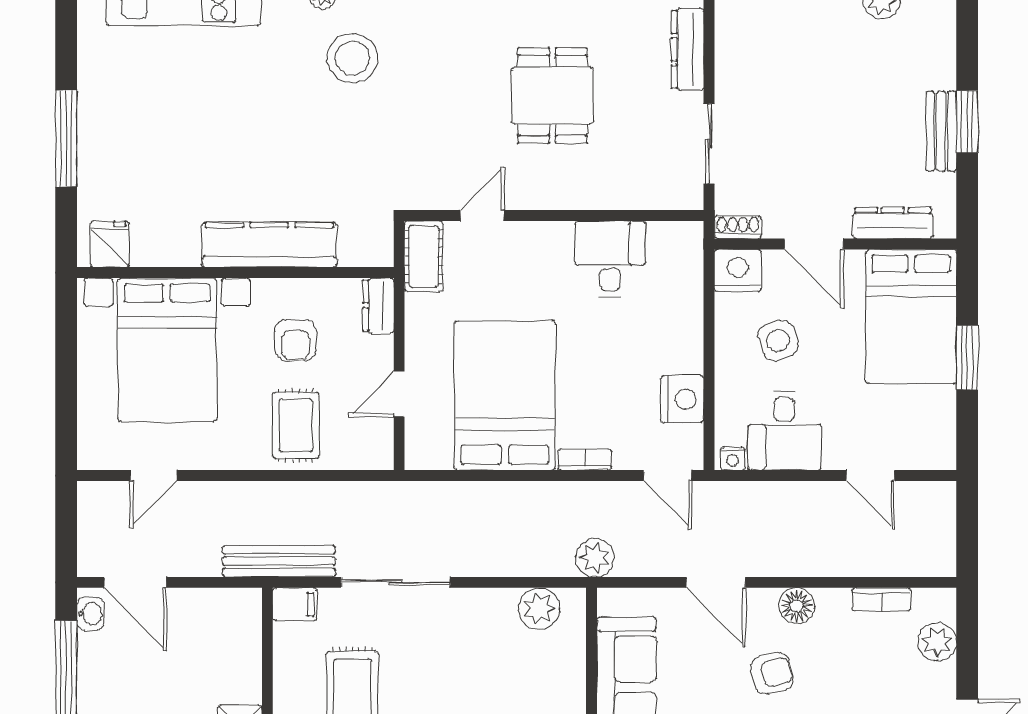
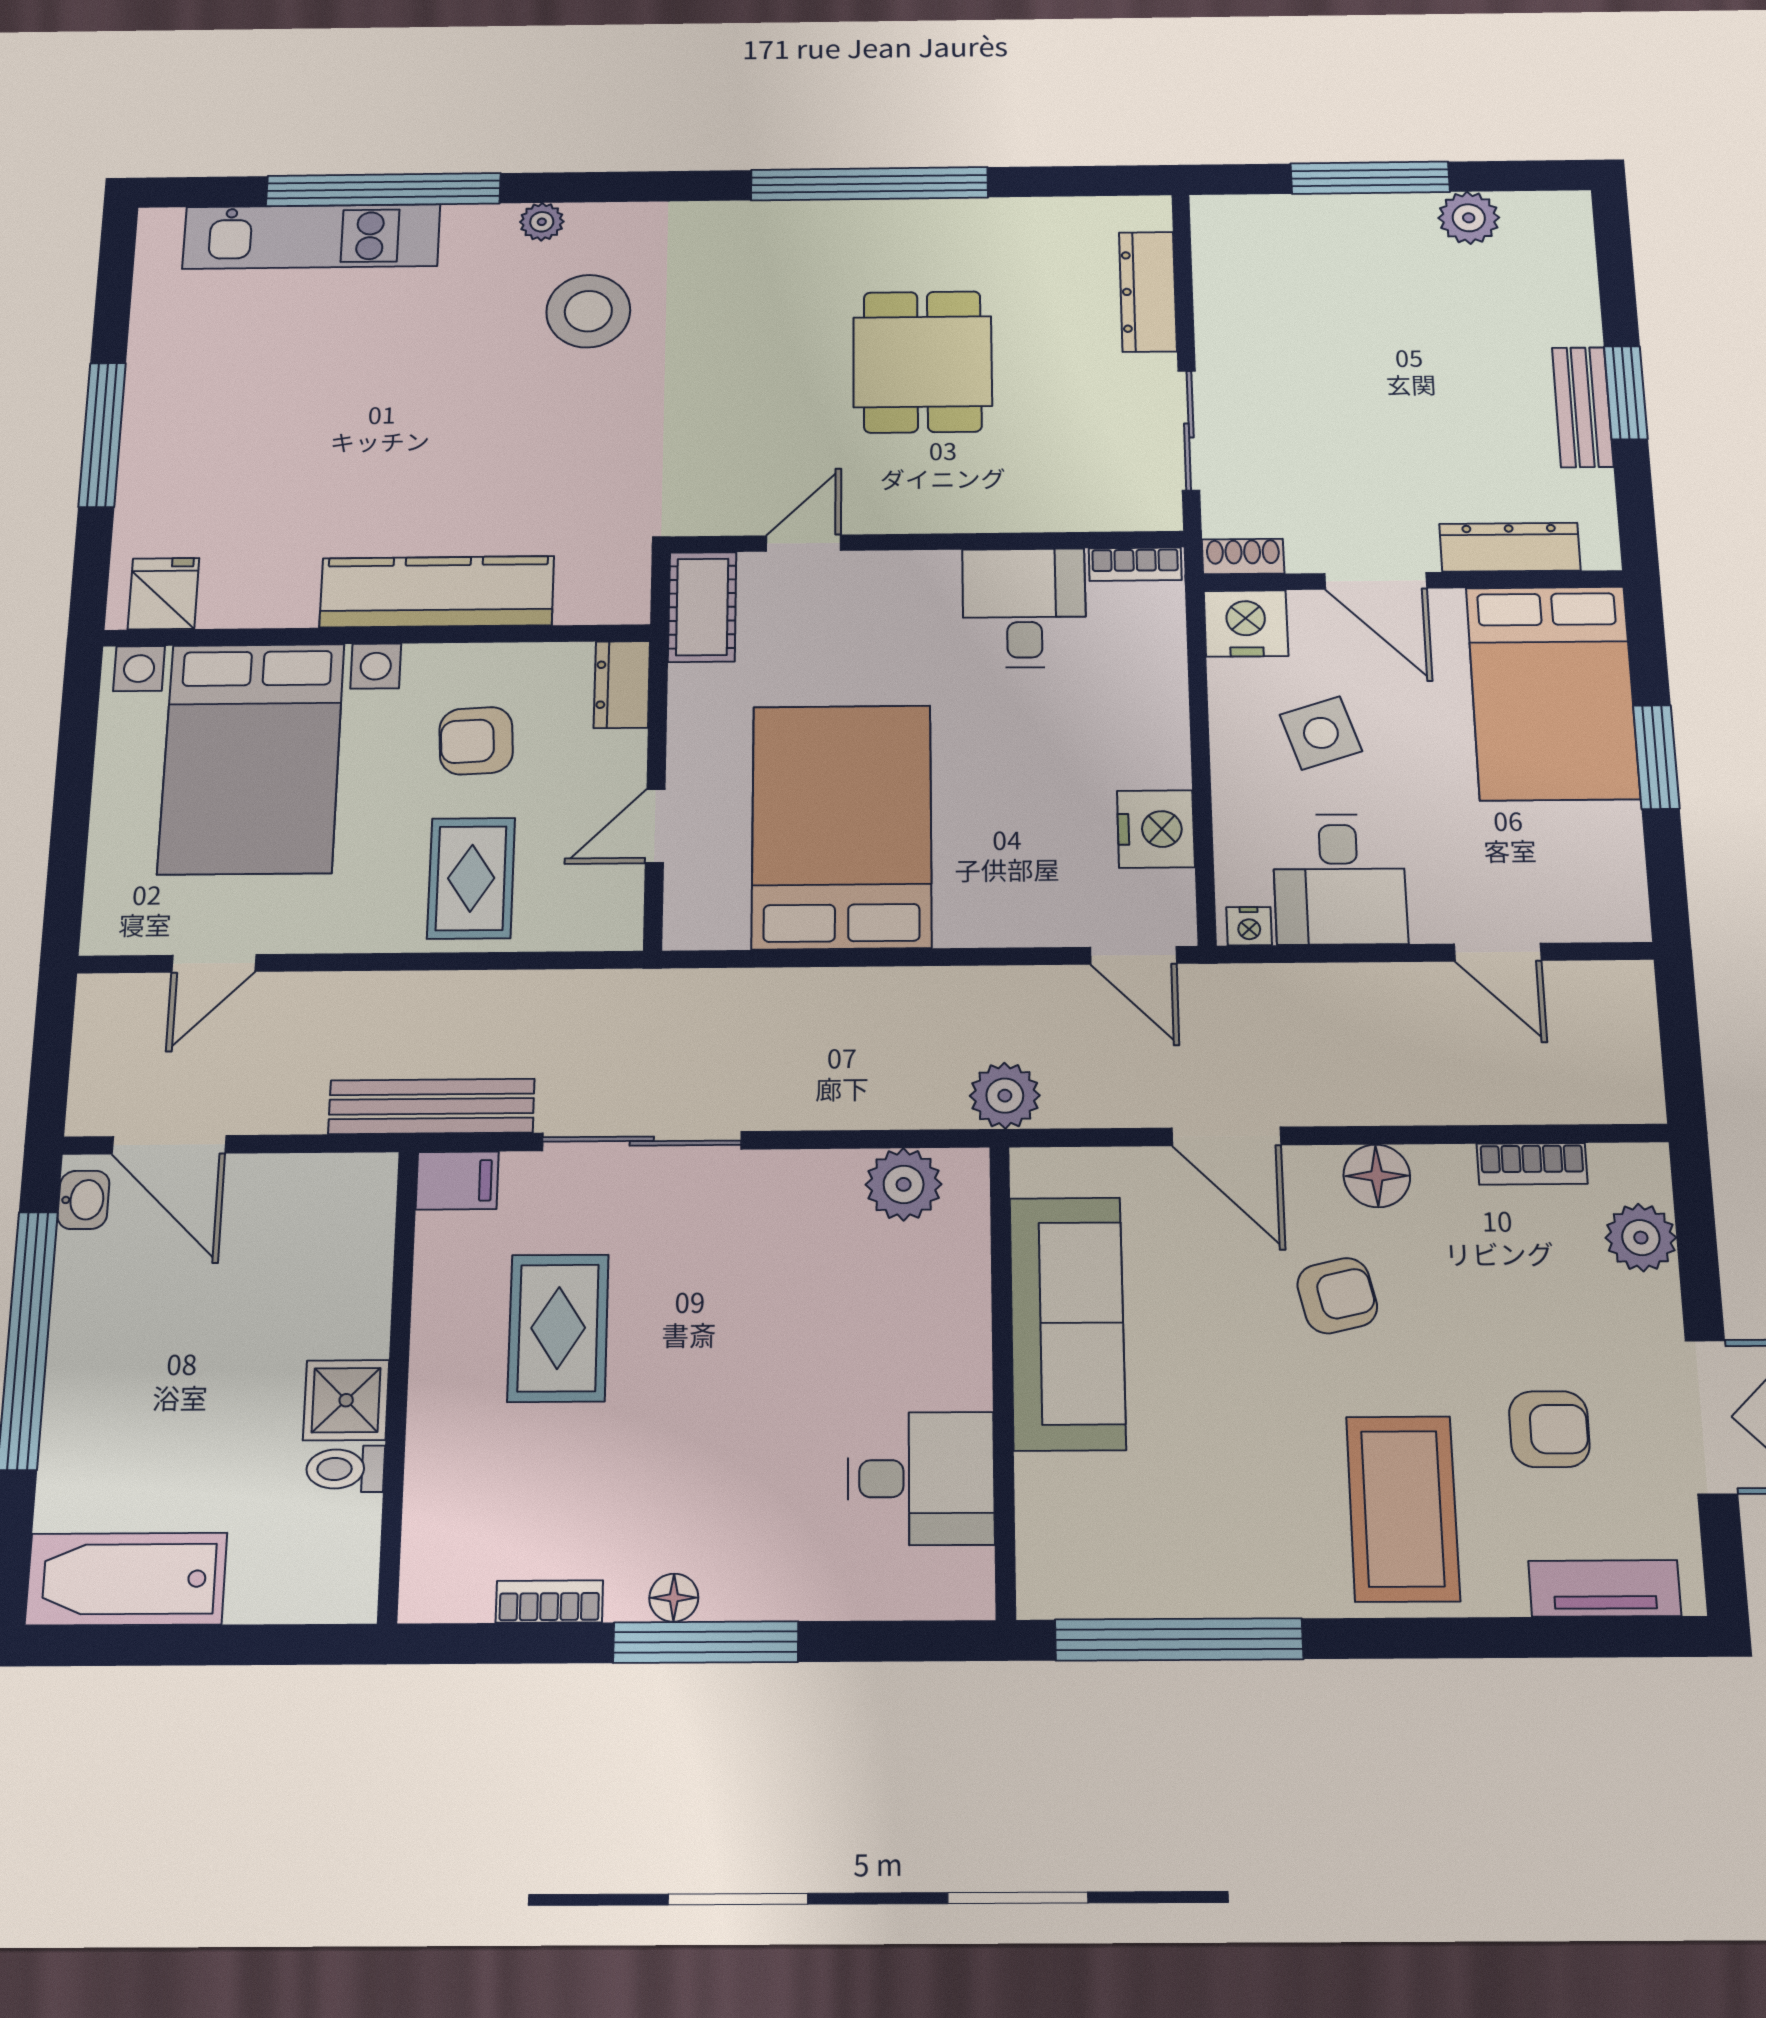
armchair: (295, 340) -> (476, 741), turned 87
bookcase: (585, 460) -> (1135, 564), moved, turned 180

